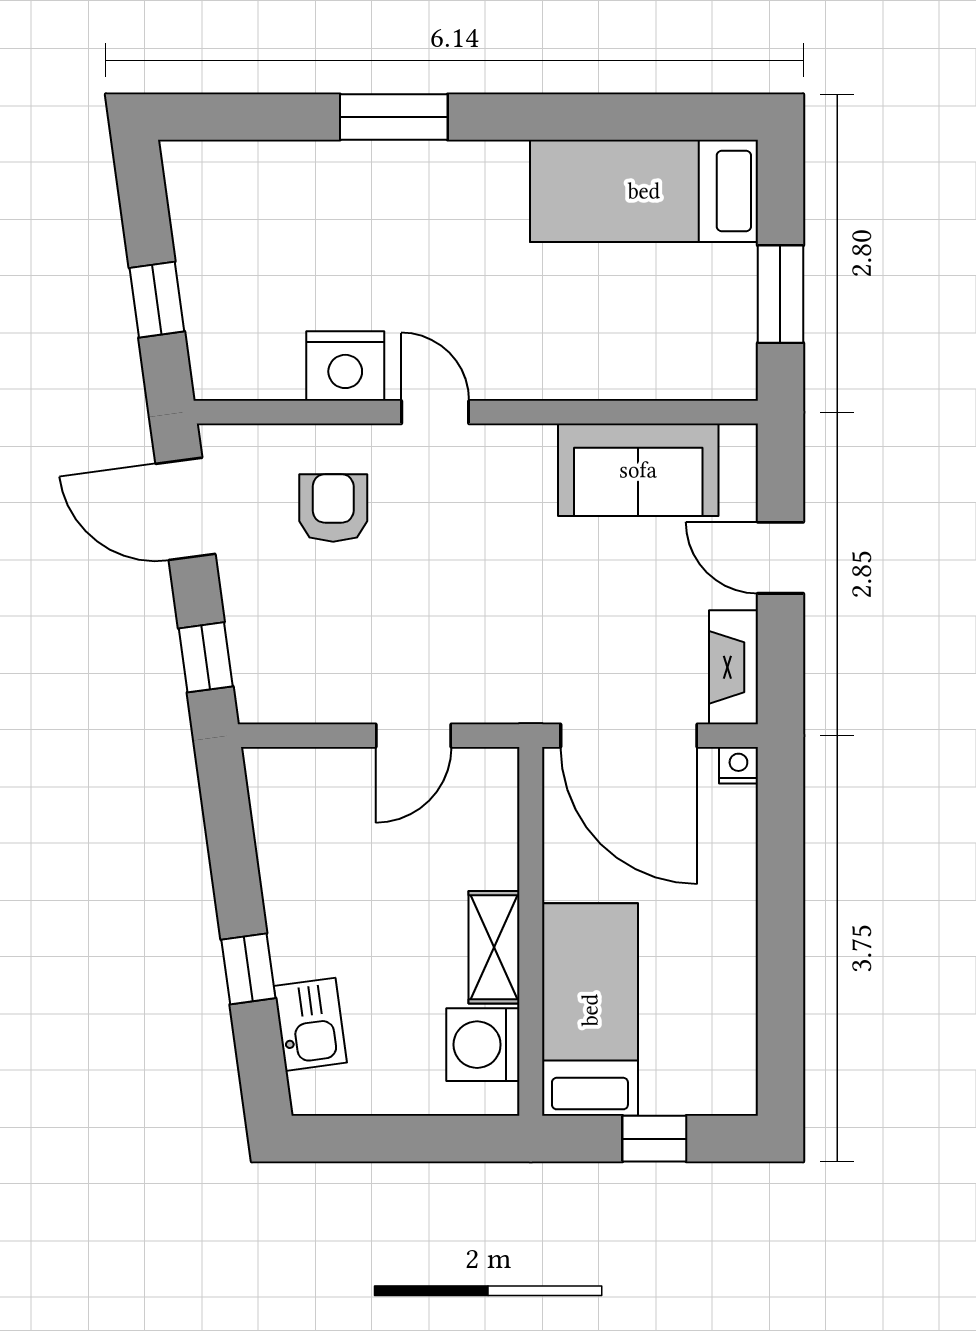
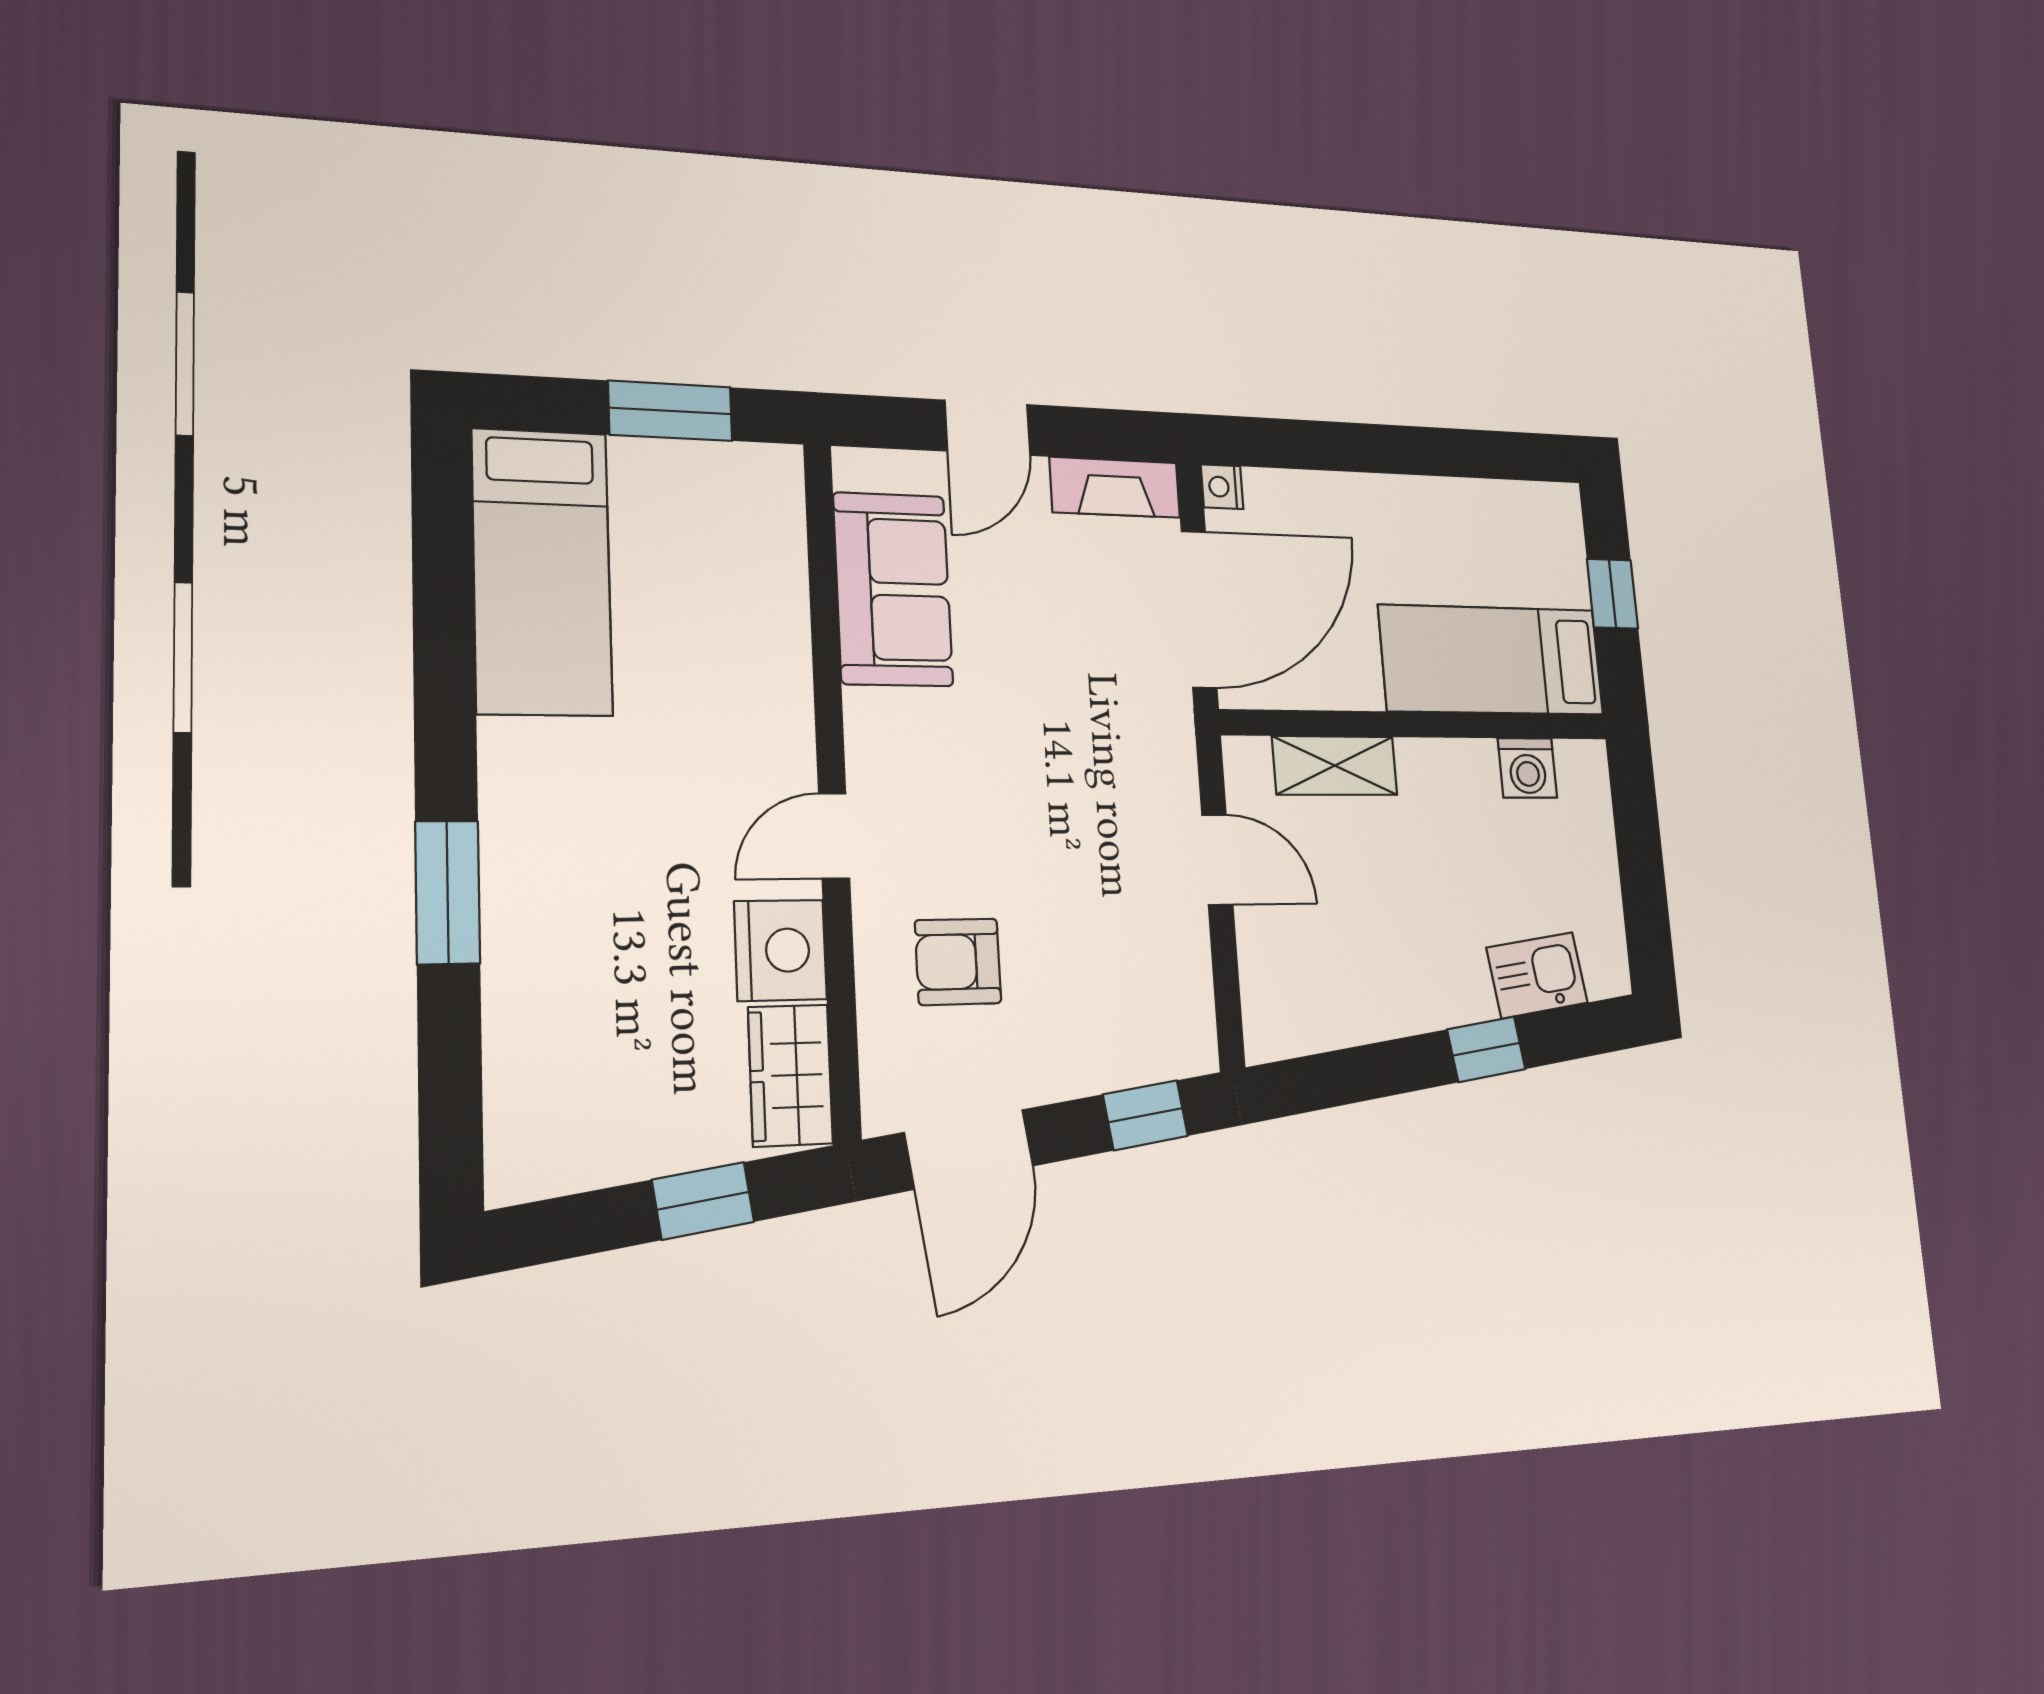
wardrobe: (248, 370) -> (790, 1075), added
shelving: (494, 947) -> (1335, 766), moved
washing machine: (483, 1045) -> (1527, 768), width x0.73, depth x0.73

